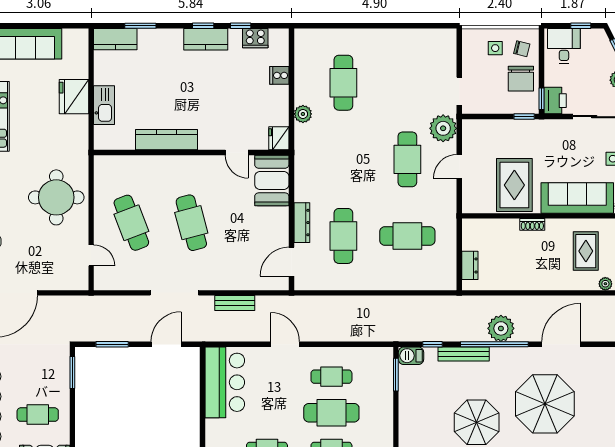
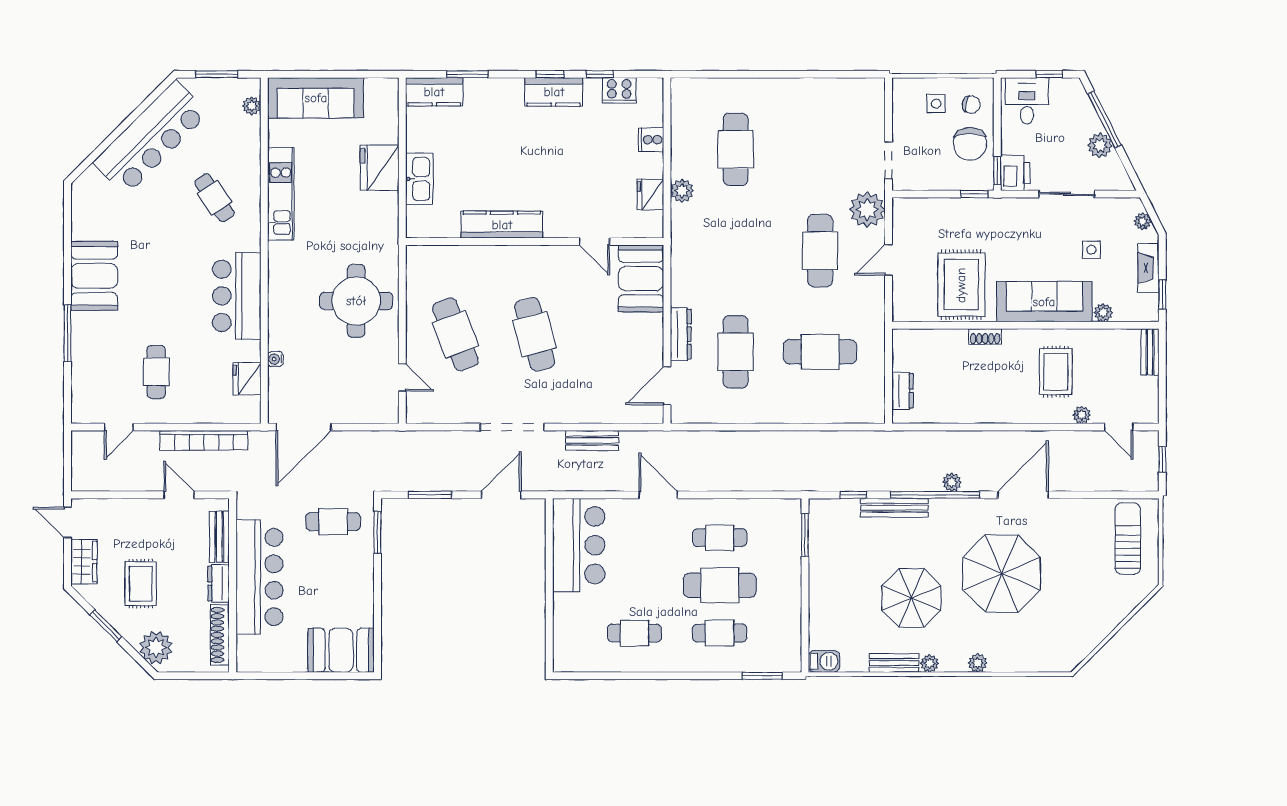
fridge: (279, 138) -> (650, 195), moved
plant: (501, 328) -> (952, 482), width x0.53, depth x0.53
barbecue: (411, 356) -> (825, 510), removed
cafe table: (38, 415) -> (333, 522), moved

